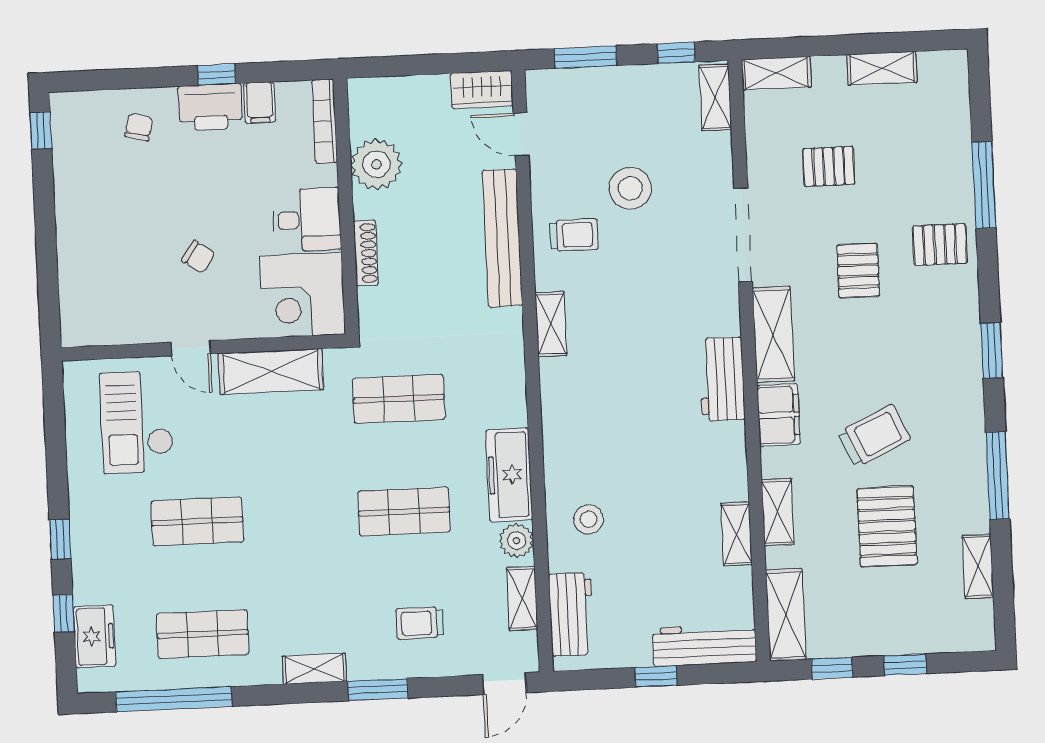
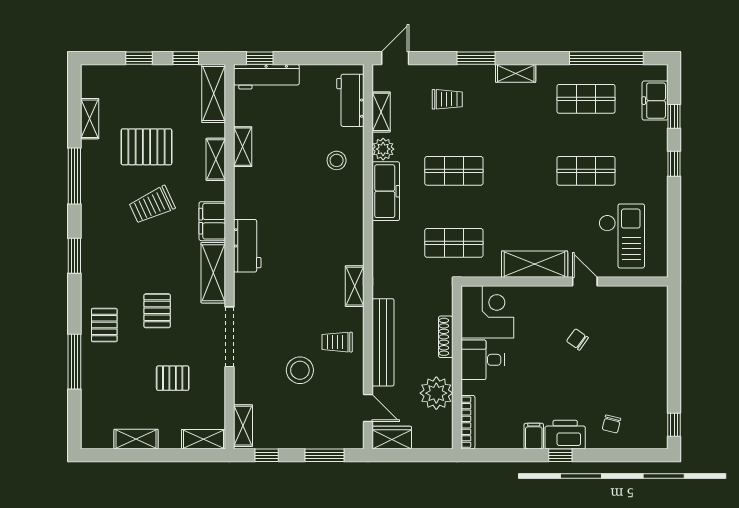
bookcase: (325, 121) -> (468, 422), moved
plant: (376, 164) -> (436, 393), moved
wall: (346, 206) -> (457, 367), moved
desk: (306, 220) -> (483, 360), moved
pallet: (940, 245) -> (104, 325), turned 90
shoe rack: (366, 253) -> (446, 337), moved
corner desk: (302, 295) -> (487, 312), moved
pallet: (887, 527) -> (146, 147), turned 90
window: (656, 676) -> (260, 58), moved

